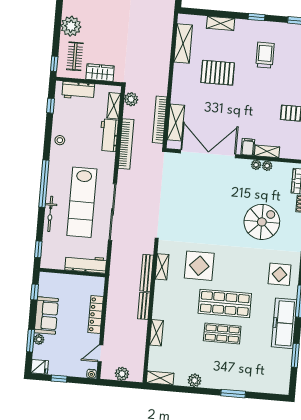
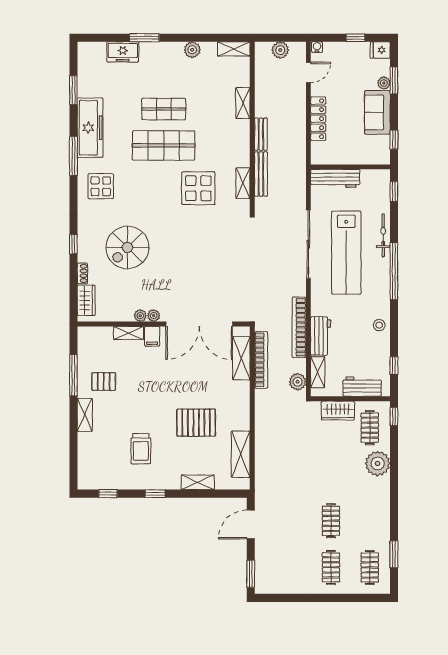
plant: (267, 166) -> (154, 316), moved
lab bench: (82, 202) -> (346, 253), turned 180
freezer: (252, 383) -> (123, 52), added

